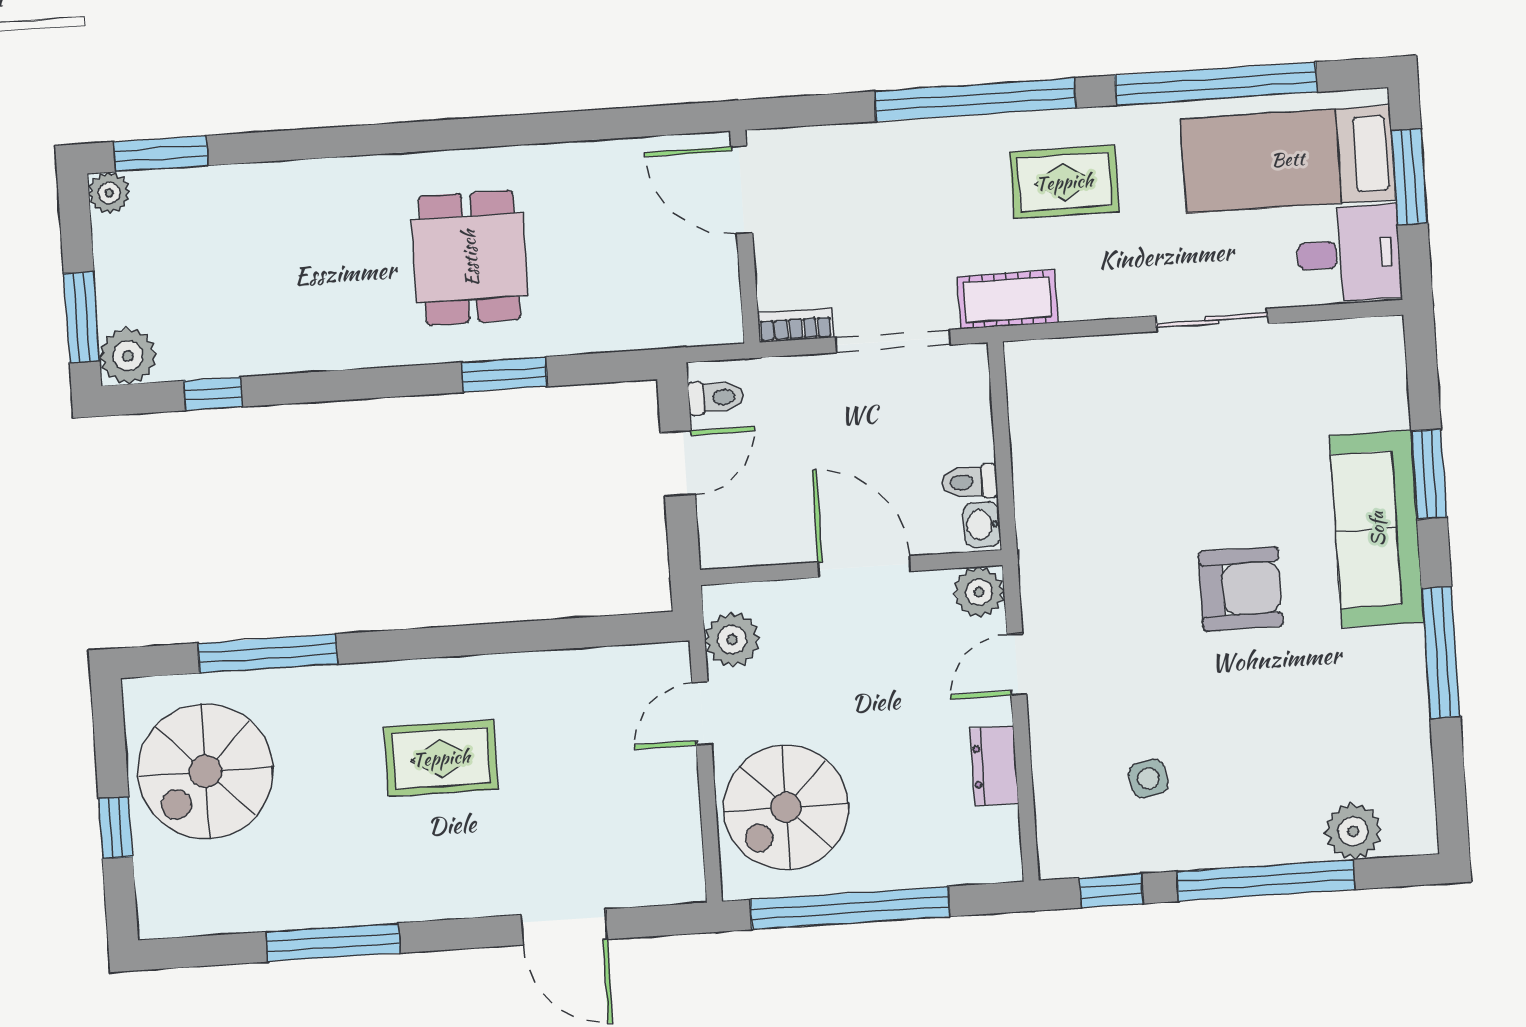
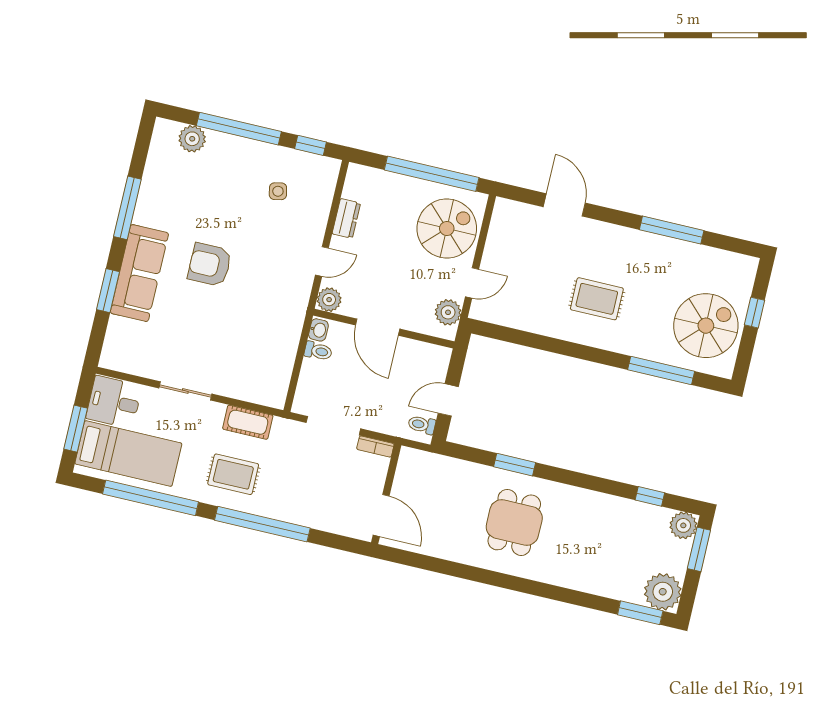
plant: (109, 193) -> (663, 592), width x1.88, depth x1.88
cot: (1008, 300) -> (248, 422), moved

